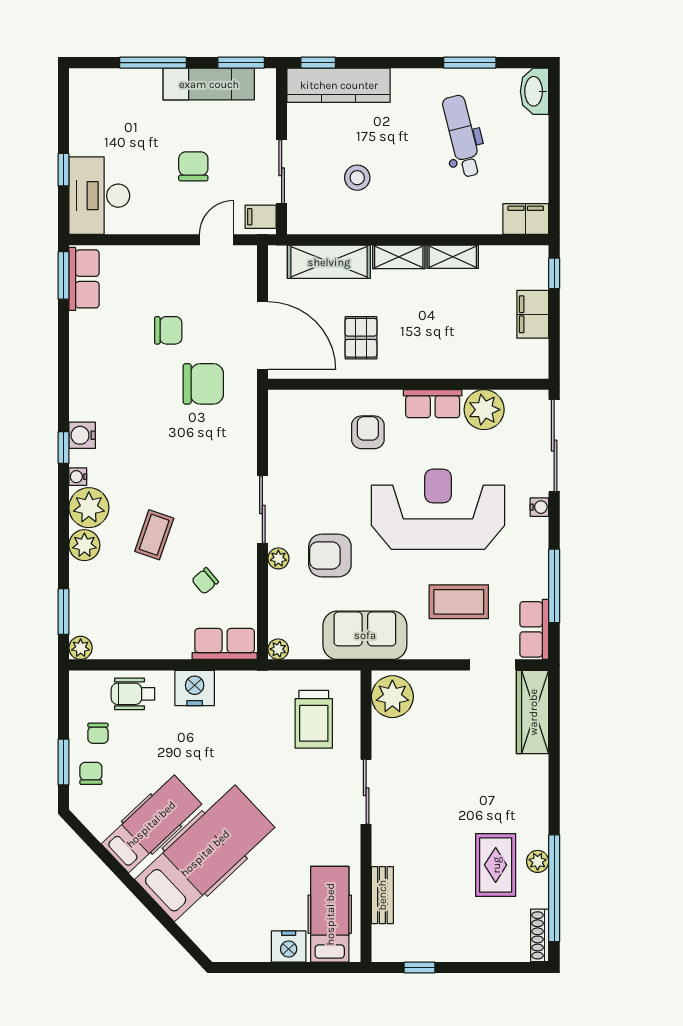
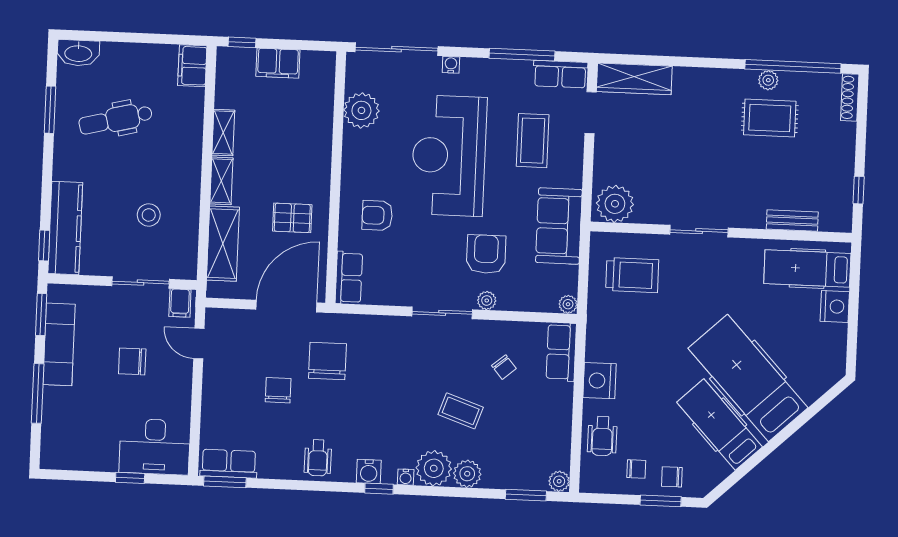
wheelchair: (95, 378) -> (318, 458), added
row of seats: (433, 404) -> (349, 278), moved
armchair: (330, 556) -> (486, 254), turned 180
shoe rack: (540, 935) -> (850, 97), moved, turned 90

